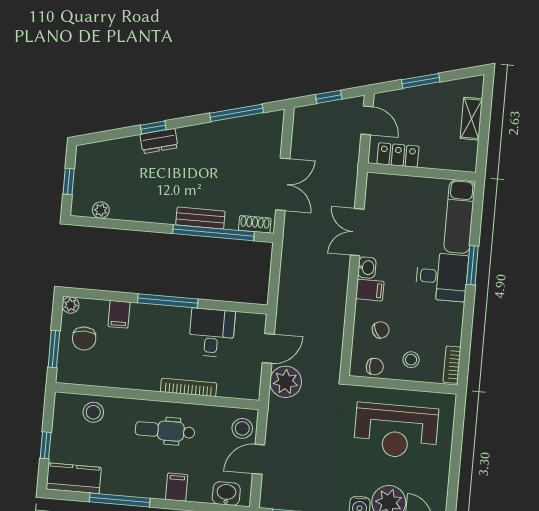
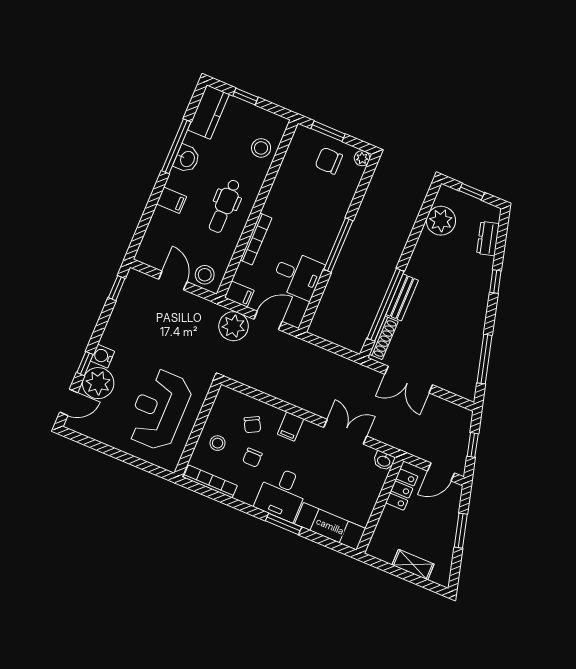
dresser: (159, 141) -> (488, 239), moved
plant: (101, 210) -> (441, 221), width x1.88, depth x1.88
shoe rack: (255, 224) -> (384, 338), width x1.43
washbasin: (367, 268) -> (384, 461), moved
filing cabinet: (119, 314) -> (239, 294), moved, turned 180
door: (268, 348) -> (268, 320), swing flipped
bookcase: (452, 365) -> (210, 481), width x1.56
chair: (375, 367) -> (252, 458), moved
dental chair: (165, 431) -> (225, 206), turned 180
washbasin: (226, 494) -> (187, 159), moved

